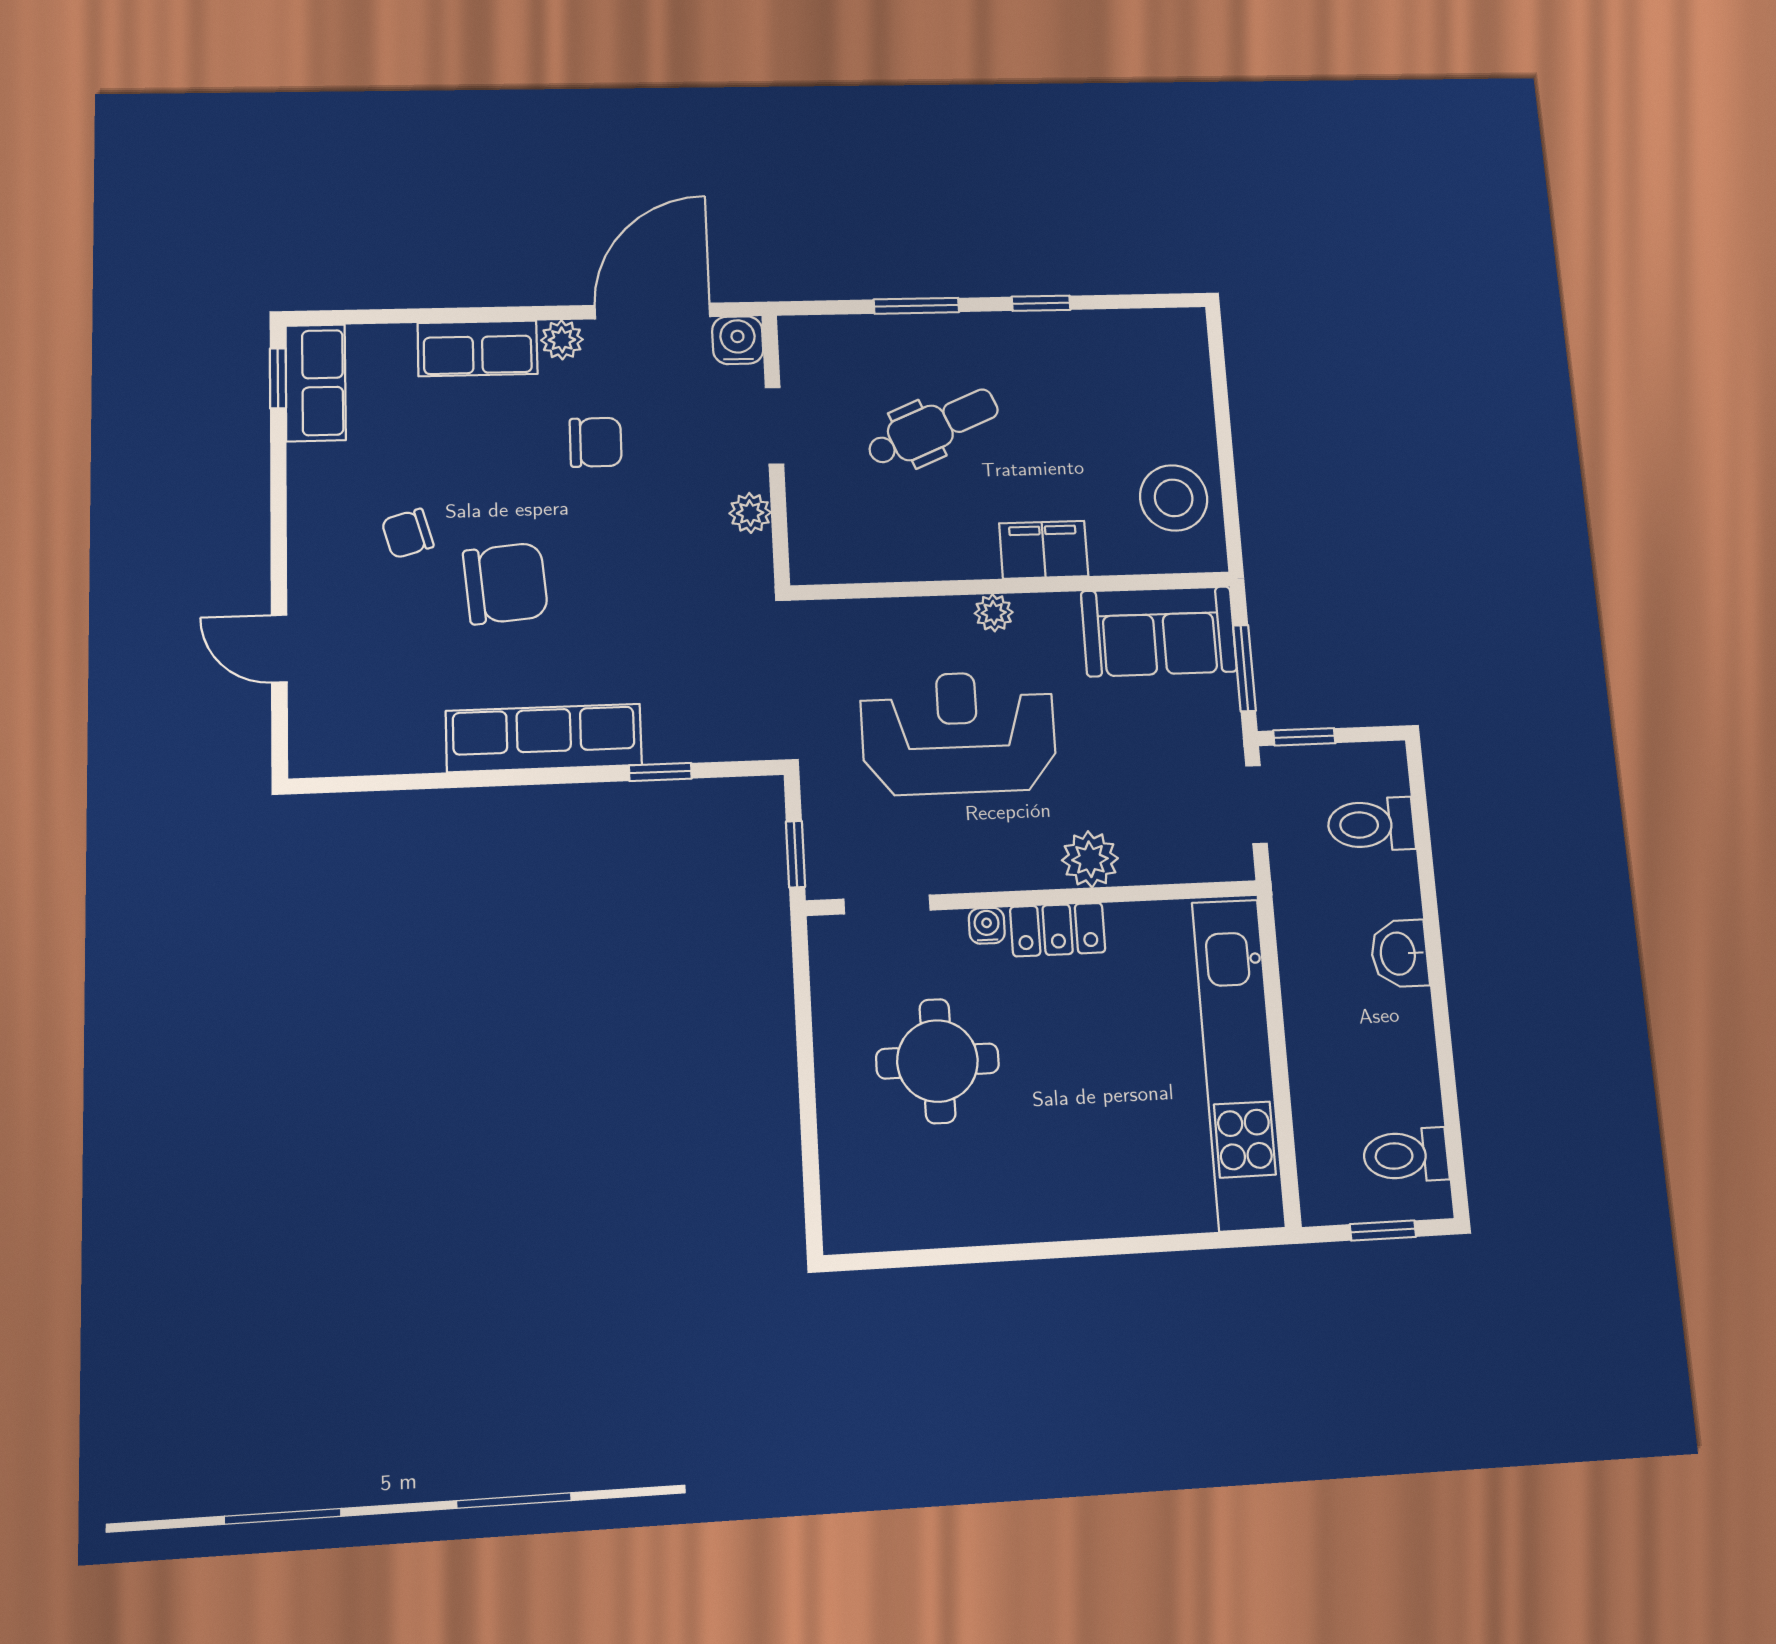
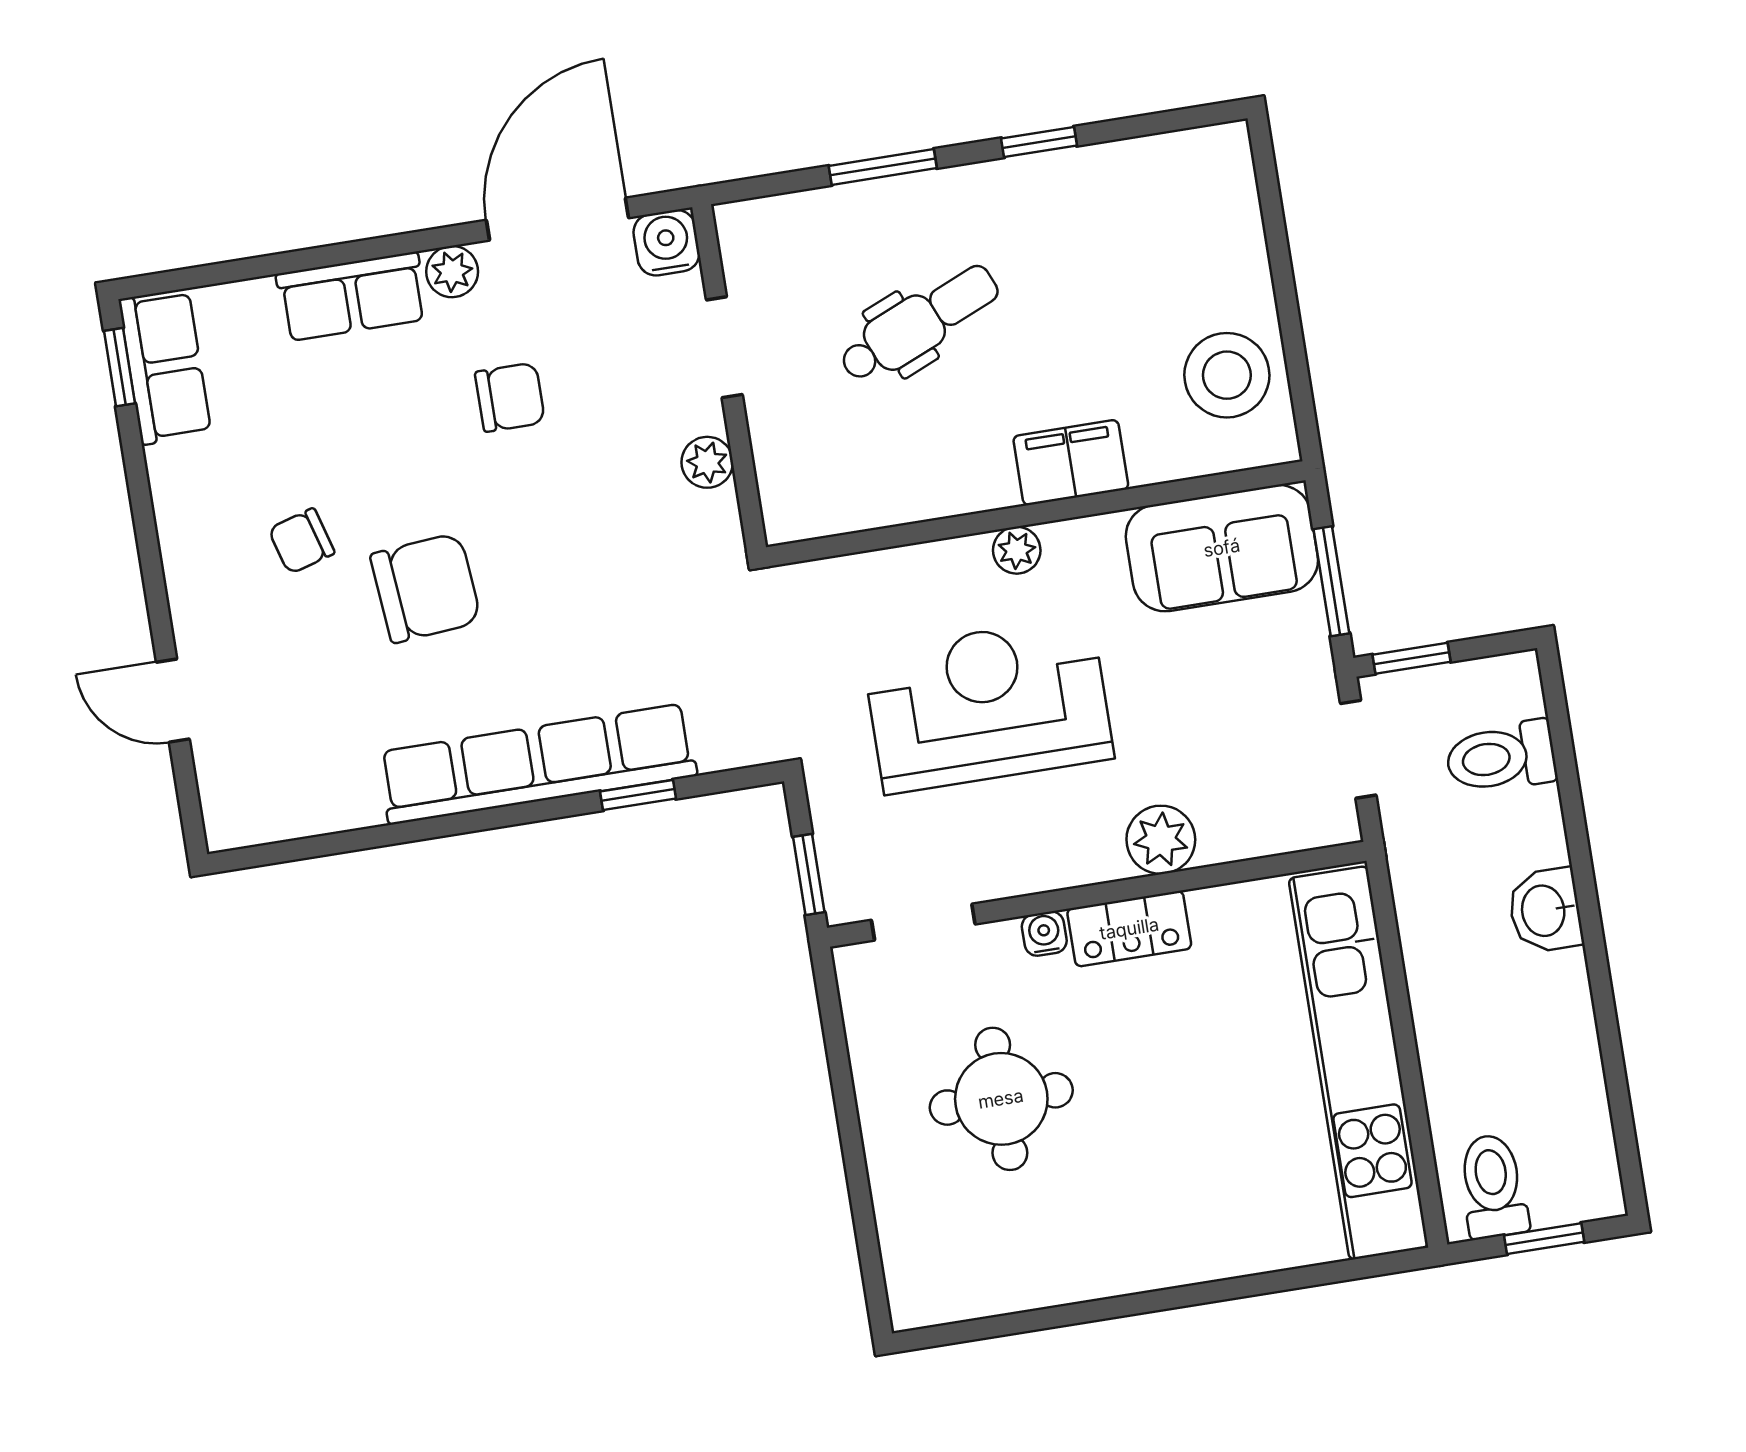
row of seats: (544, 738) -> (537, 764), width x1.36
toilet: (1406, 1155) -> (1493, 1186), moved, turned 90

